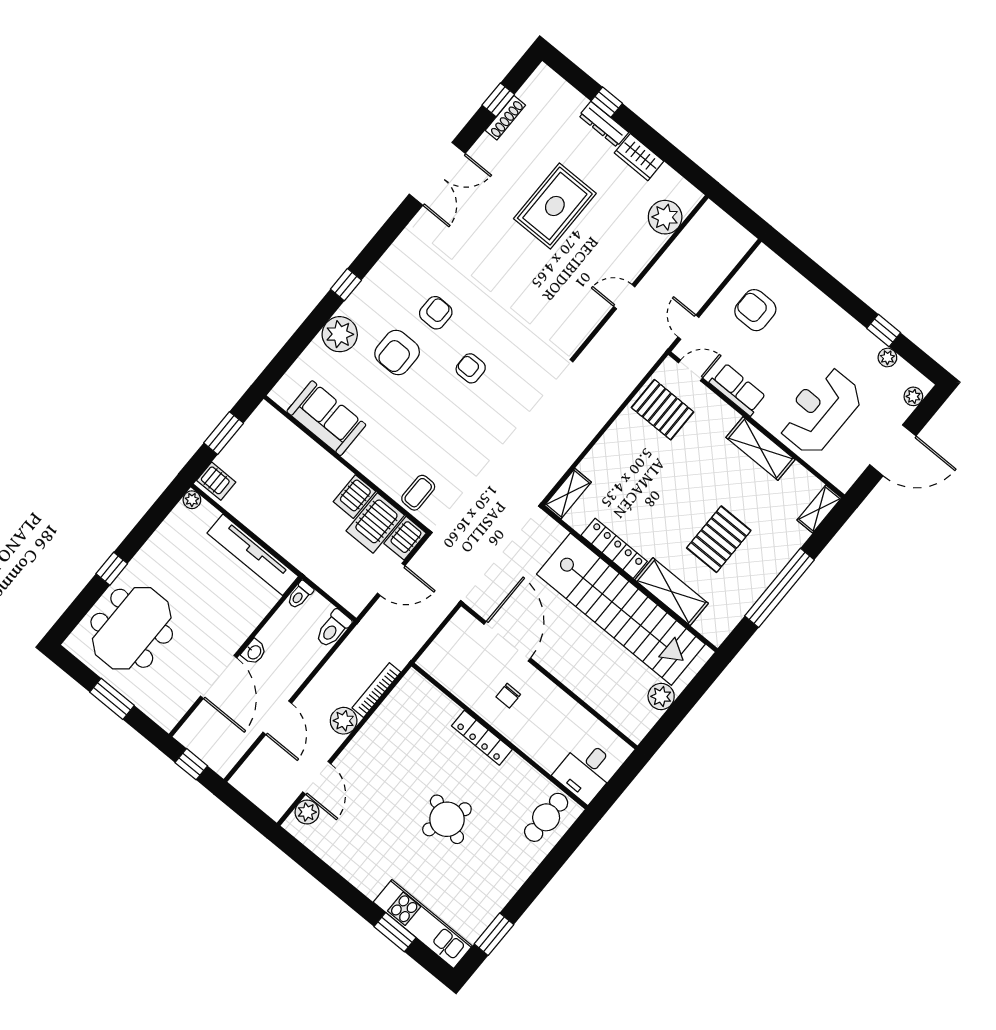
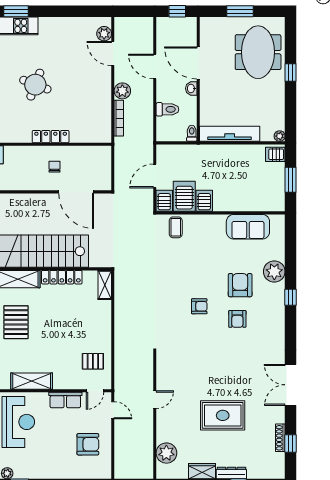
rug: (555, 206) -> (223, 415), turned 90
pallet: (663, 410) -> (93, 361), width x0.67, depth x0.71
toilet: (333, 629) -> (167, 109), moved, turned 90

